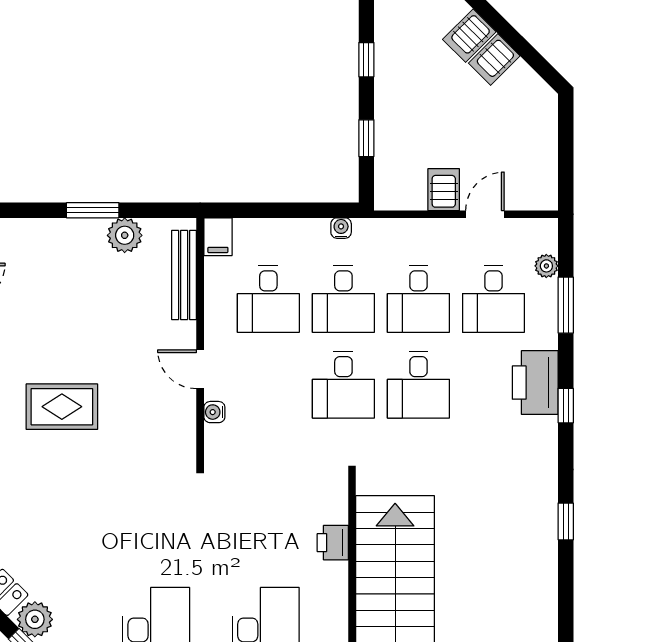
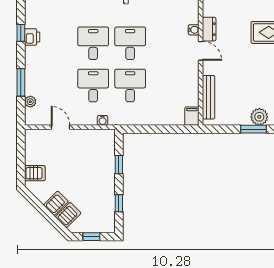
server rack: (444, 190) -> (35, 173), moved, turned -90
door: (485, 214) -> (60, 127), swing flipped
water cooler: (341, 228) -> (103, 120), moved
plant: (125, 235) -> (259, 117), moved
desk: (268, 299) -> (167, 85), removed
desk: (493, 299) -> (56, 85), removed
printer: (535, 383) -> (32, 37), width x0.53, depth x0.68
dresser: (183, 413) -> (209, 29), added

